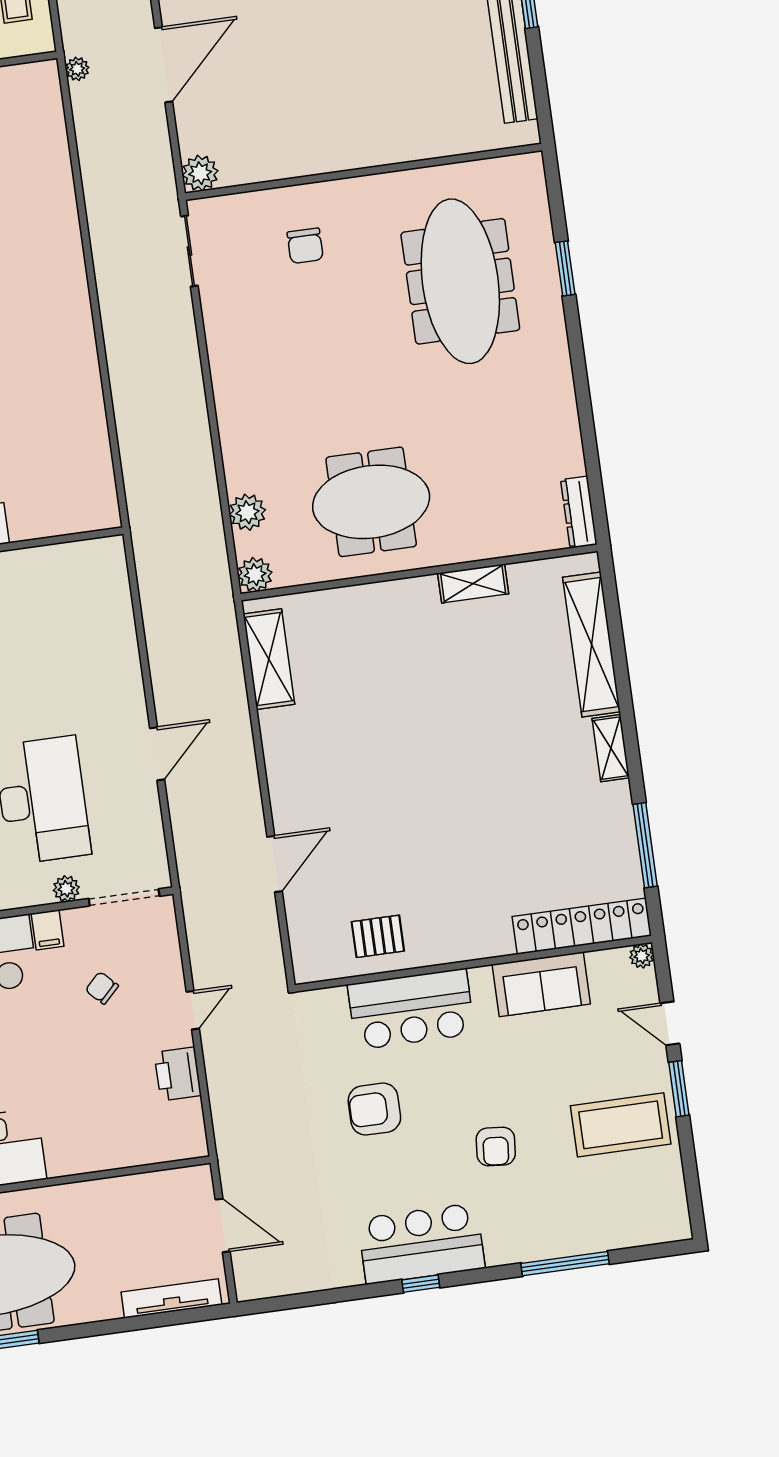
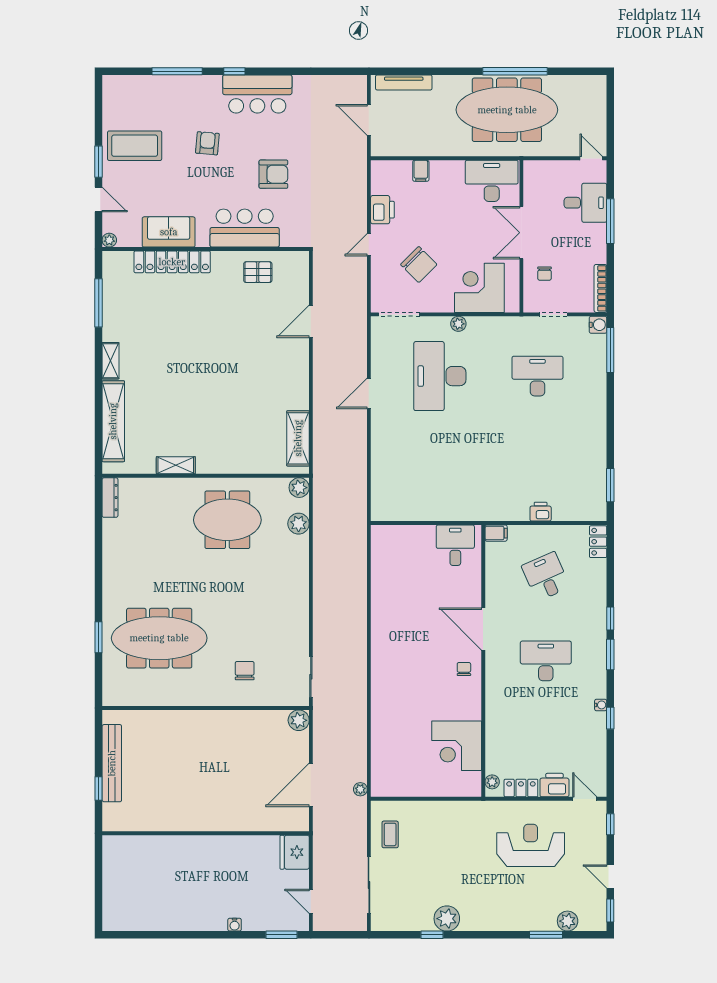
meeting table: (460, 281) -> (159, 638), turned 90
plant: (66, 889) -> (458, 324), moved
locker: (582, 926) -> (172, 262), moved
filing cabinet: (48, 930) -> (421, 171), moved, turned 180
chair: (102, 988) -> (419, 265), width x1.87, depth x1.87
window: (421, 1284) -> (234, 71), moved

